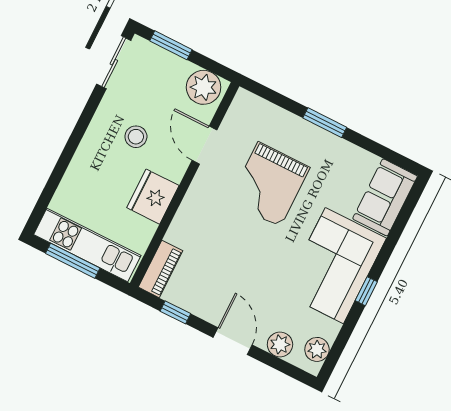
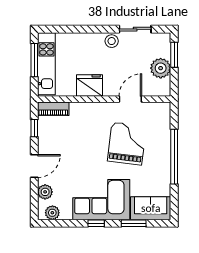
sliding door: (114, 62) -> (135, 29), moved
plant: (204, 87) -> (161, 68), moved
window: (325, 123) -> (174, 157), width x2.11
stool: (136, 137) -> (112, 41), moved
grand piano: (269, 184) -> (127, 144), turned 97
window: (395, 235) -> (134, 223), added

